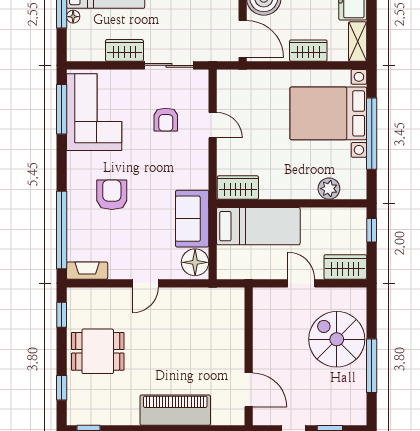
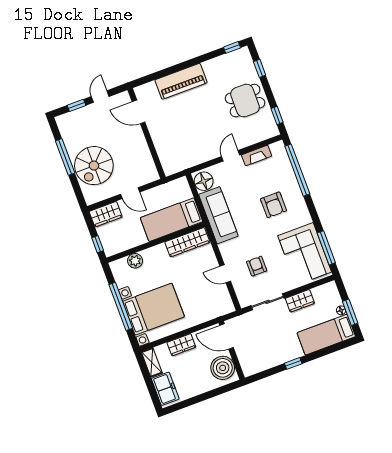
wardrobe: (238, 187) -> (187, 242), width x1.50
sofa: (192, 219) -> (218, 215), width x1.36
fireplace: (87, 271) -> (257, 155), moved
spiral stairs: (337, 339) -> (94, 166), turned 90

